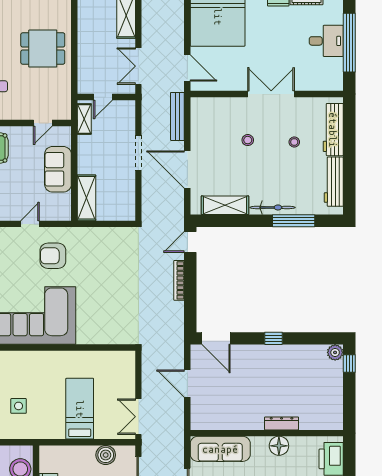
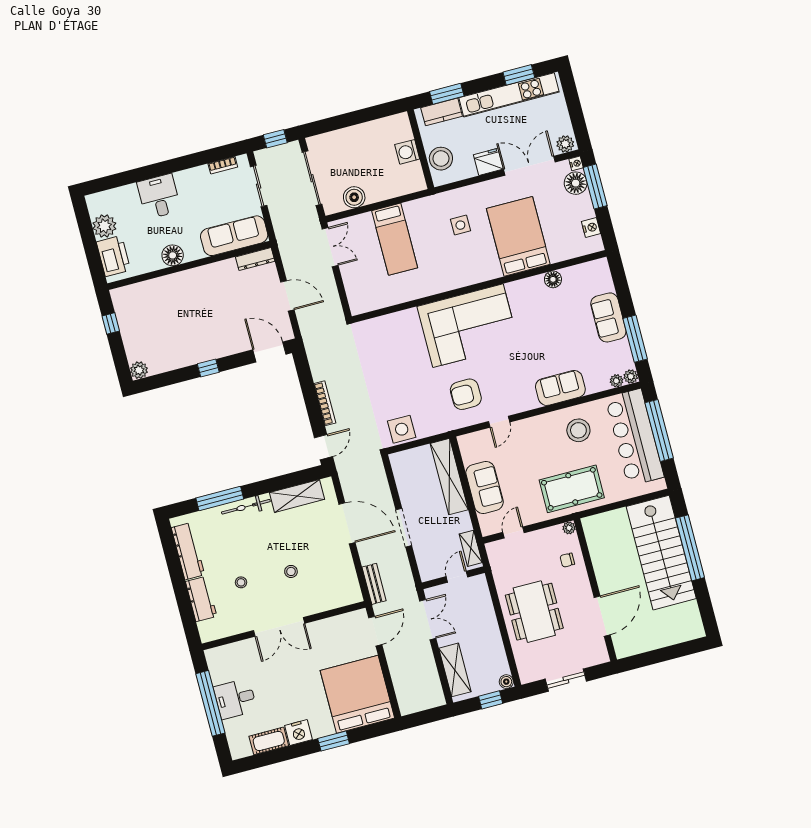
dining table: (43, 49) -> (534, 612), width x1.38
door: (187, 68) -> (375, 631), swing flipped
bench: (177, 116) -> (374, 584), width x0.73
workbench: (333, 130) -> (201, 599), width x0.73
shelving: (86, 198) -> (449, 477), width x1.47
side table: (117, 240) -> (402, 429), added
armchair: (53, 256) -> (466, 394), turned 180
window: (349, 364) -> (111, 323), moved
dresser: (282, 423) -> (255, 259), moved

